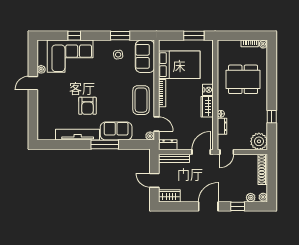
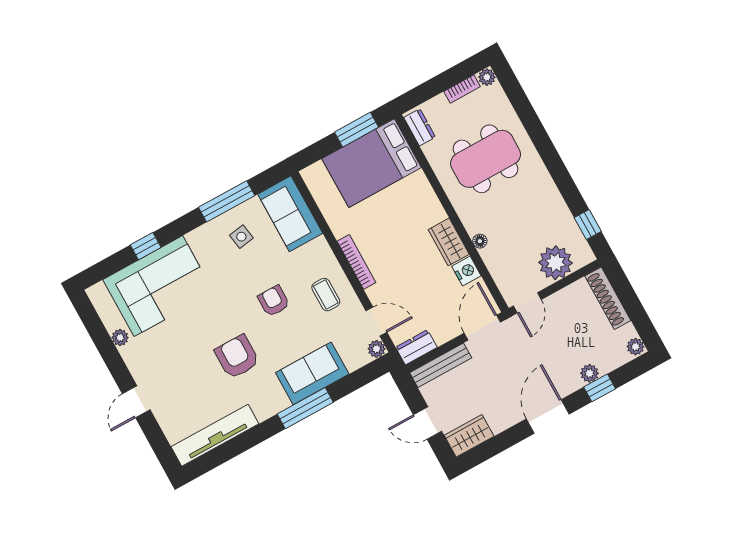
window: (120, 36) -> (227, 201), width x1.44
bed: (179, 65) -> (372, 163), moved, turned 180
door: (33, 83) -> (136, 402), moved
armchair: (117, 90) -> (274, 301), added
nightstand: (208, 90) -> (466, 271), moved
coffee table: (141, 100) -> (326, 295), width x0.54, depth x0.58
armchair: (87, 106) -> (237, 357), turned 180
window: (272, 117) -> (588, 225), moved
dresser: (222, 126) -> (420, 127), moved
tv unit: (78, 135) -> (215, 435), moved
plant: (259, 141) -> (555, 263), moved
plant: (251, 198) -> (589, 373), moved

